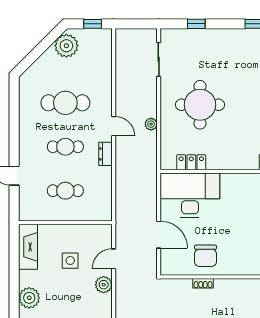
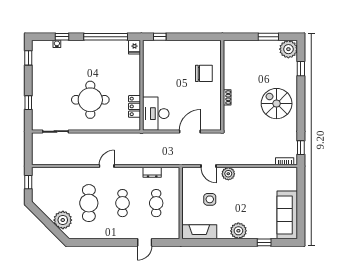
plant: (66, 46) -> (63, 220), moved
plant: (151, 124) -> (105, 137), removed
dresser: (105, 154) -> (152, 172), moved
desk: (190, 195) -> (156, 114), width x0.73, depth x0.77
chair: (206, 256) -> (204, 73), moved

